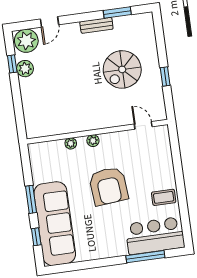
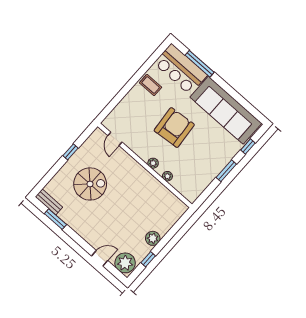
bench: (96, 25) -> (49, 202), moved
plant: (25, 69) -> (153, 238), moved
sofa: (55, 224) -> (226, 110), moved, turned -90

